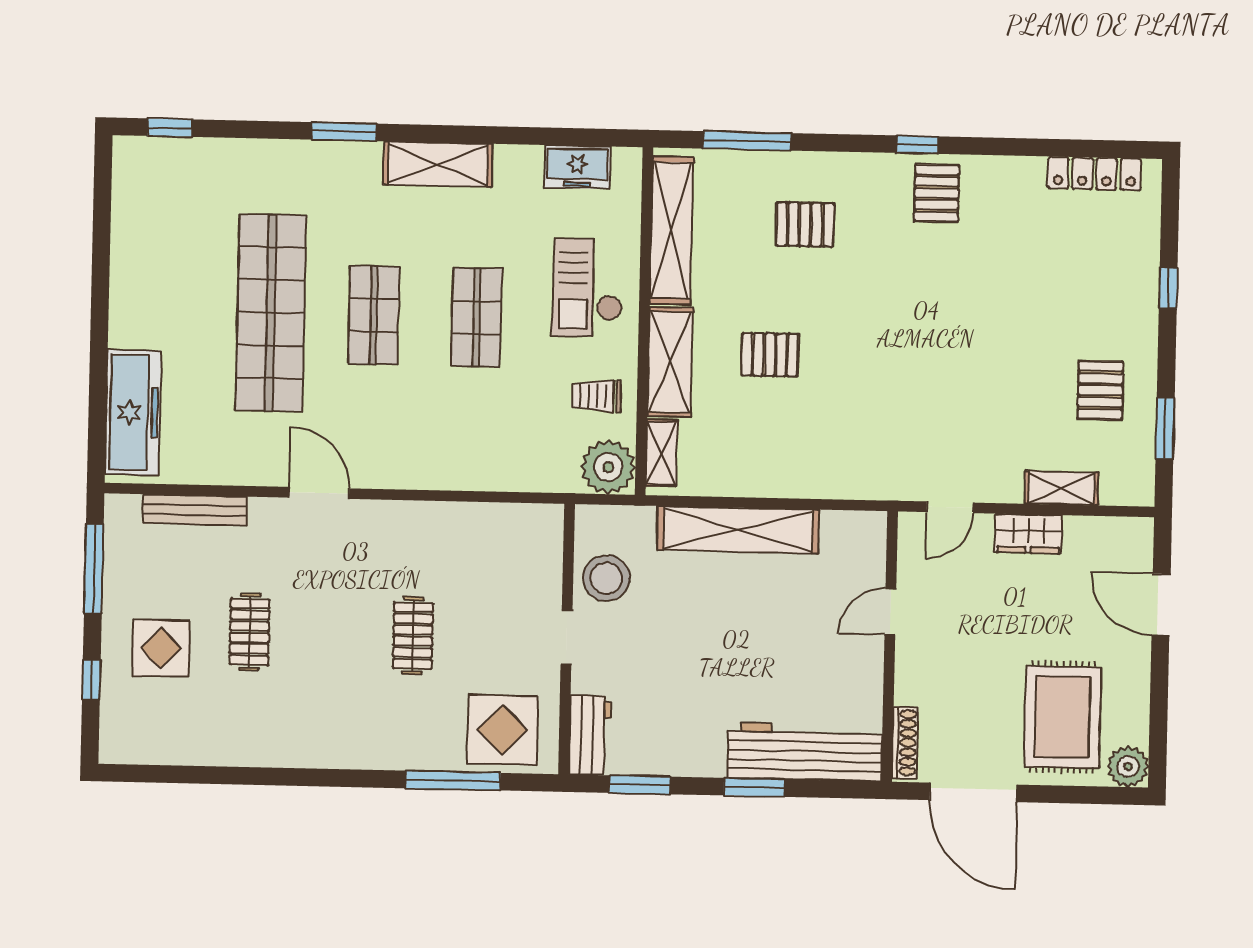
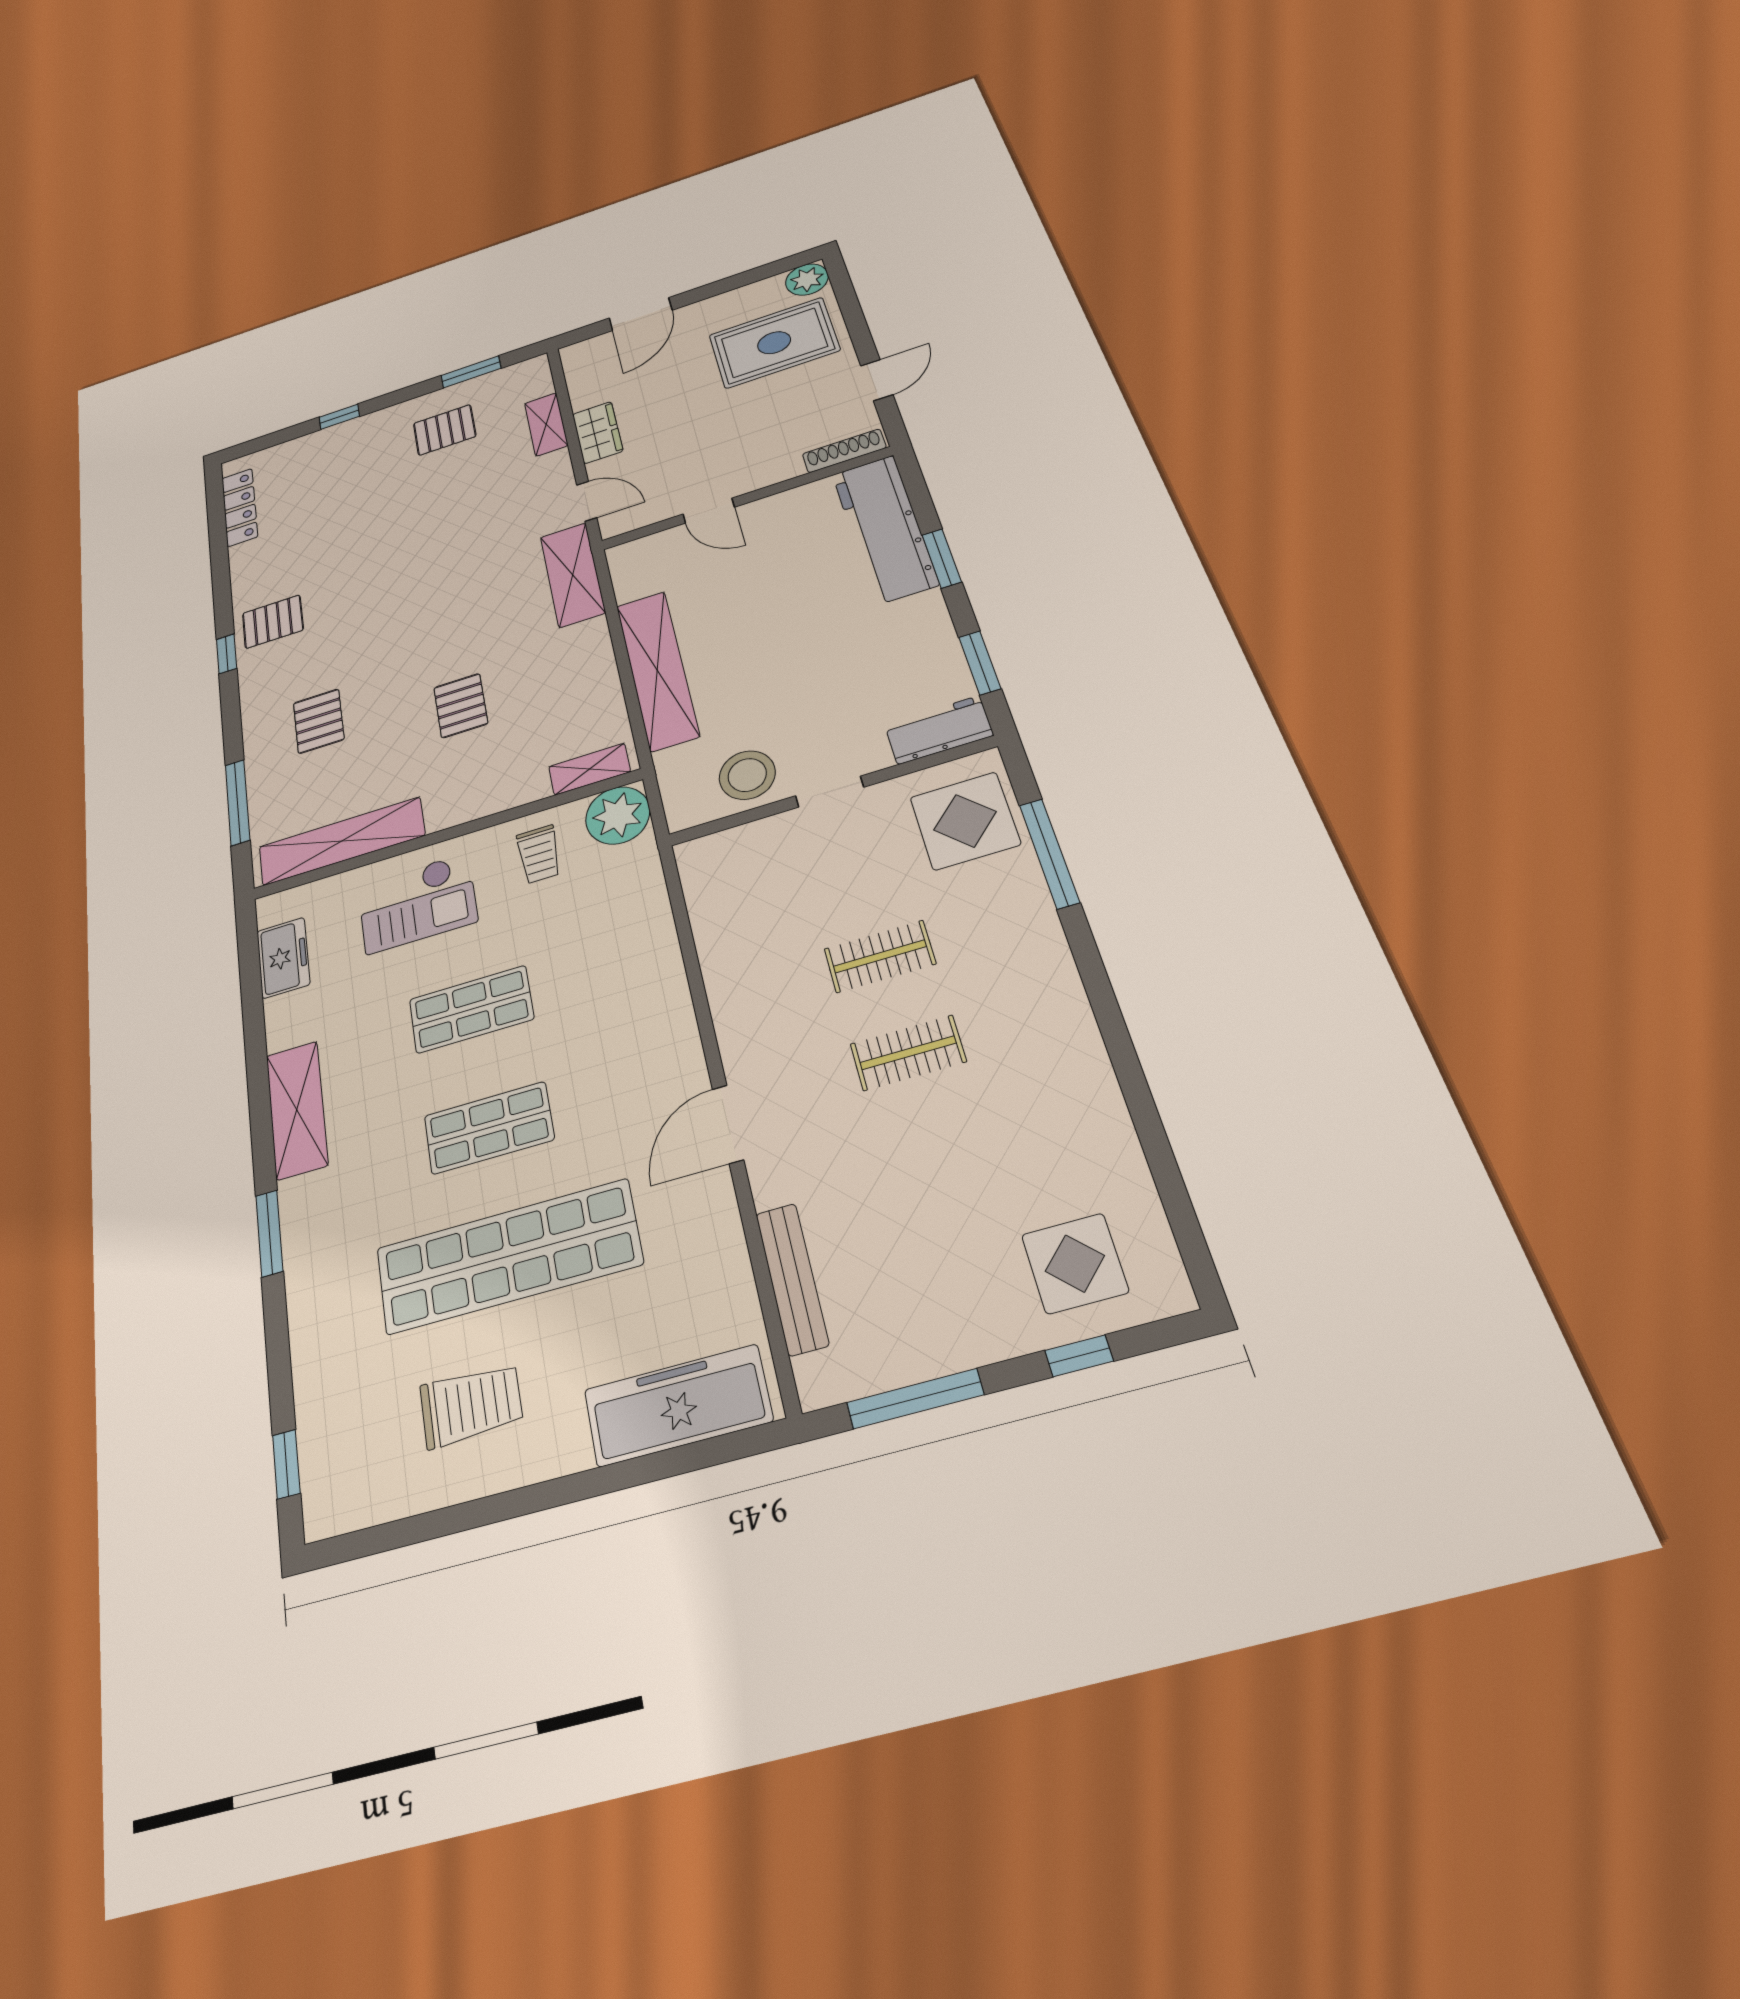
trolley: (173, 268) -> (471, 1405), added
shelving: (670, 362) -> (573, 575), moved, turned 90
clothes rail: (250, 632) -> (908, 1053), moved
display table: (161, 648) -> (1075, 1263), moved
door: (973, 792) -> (877, 380), width x0.53

